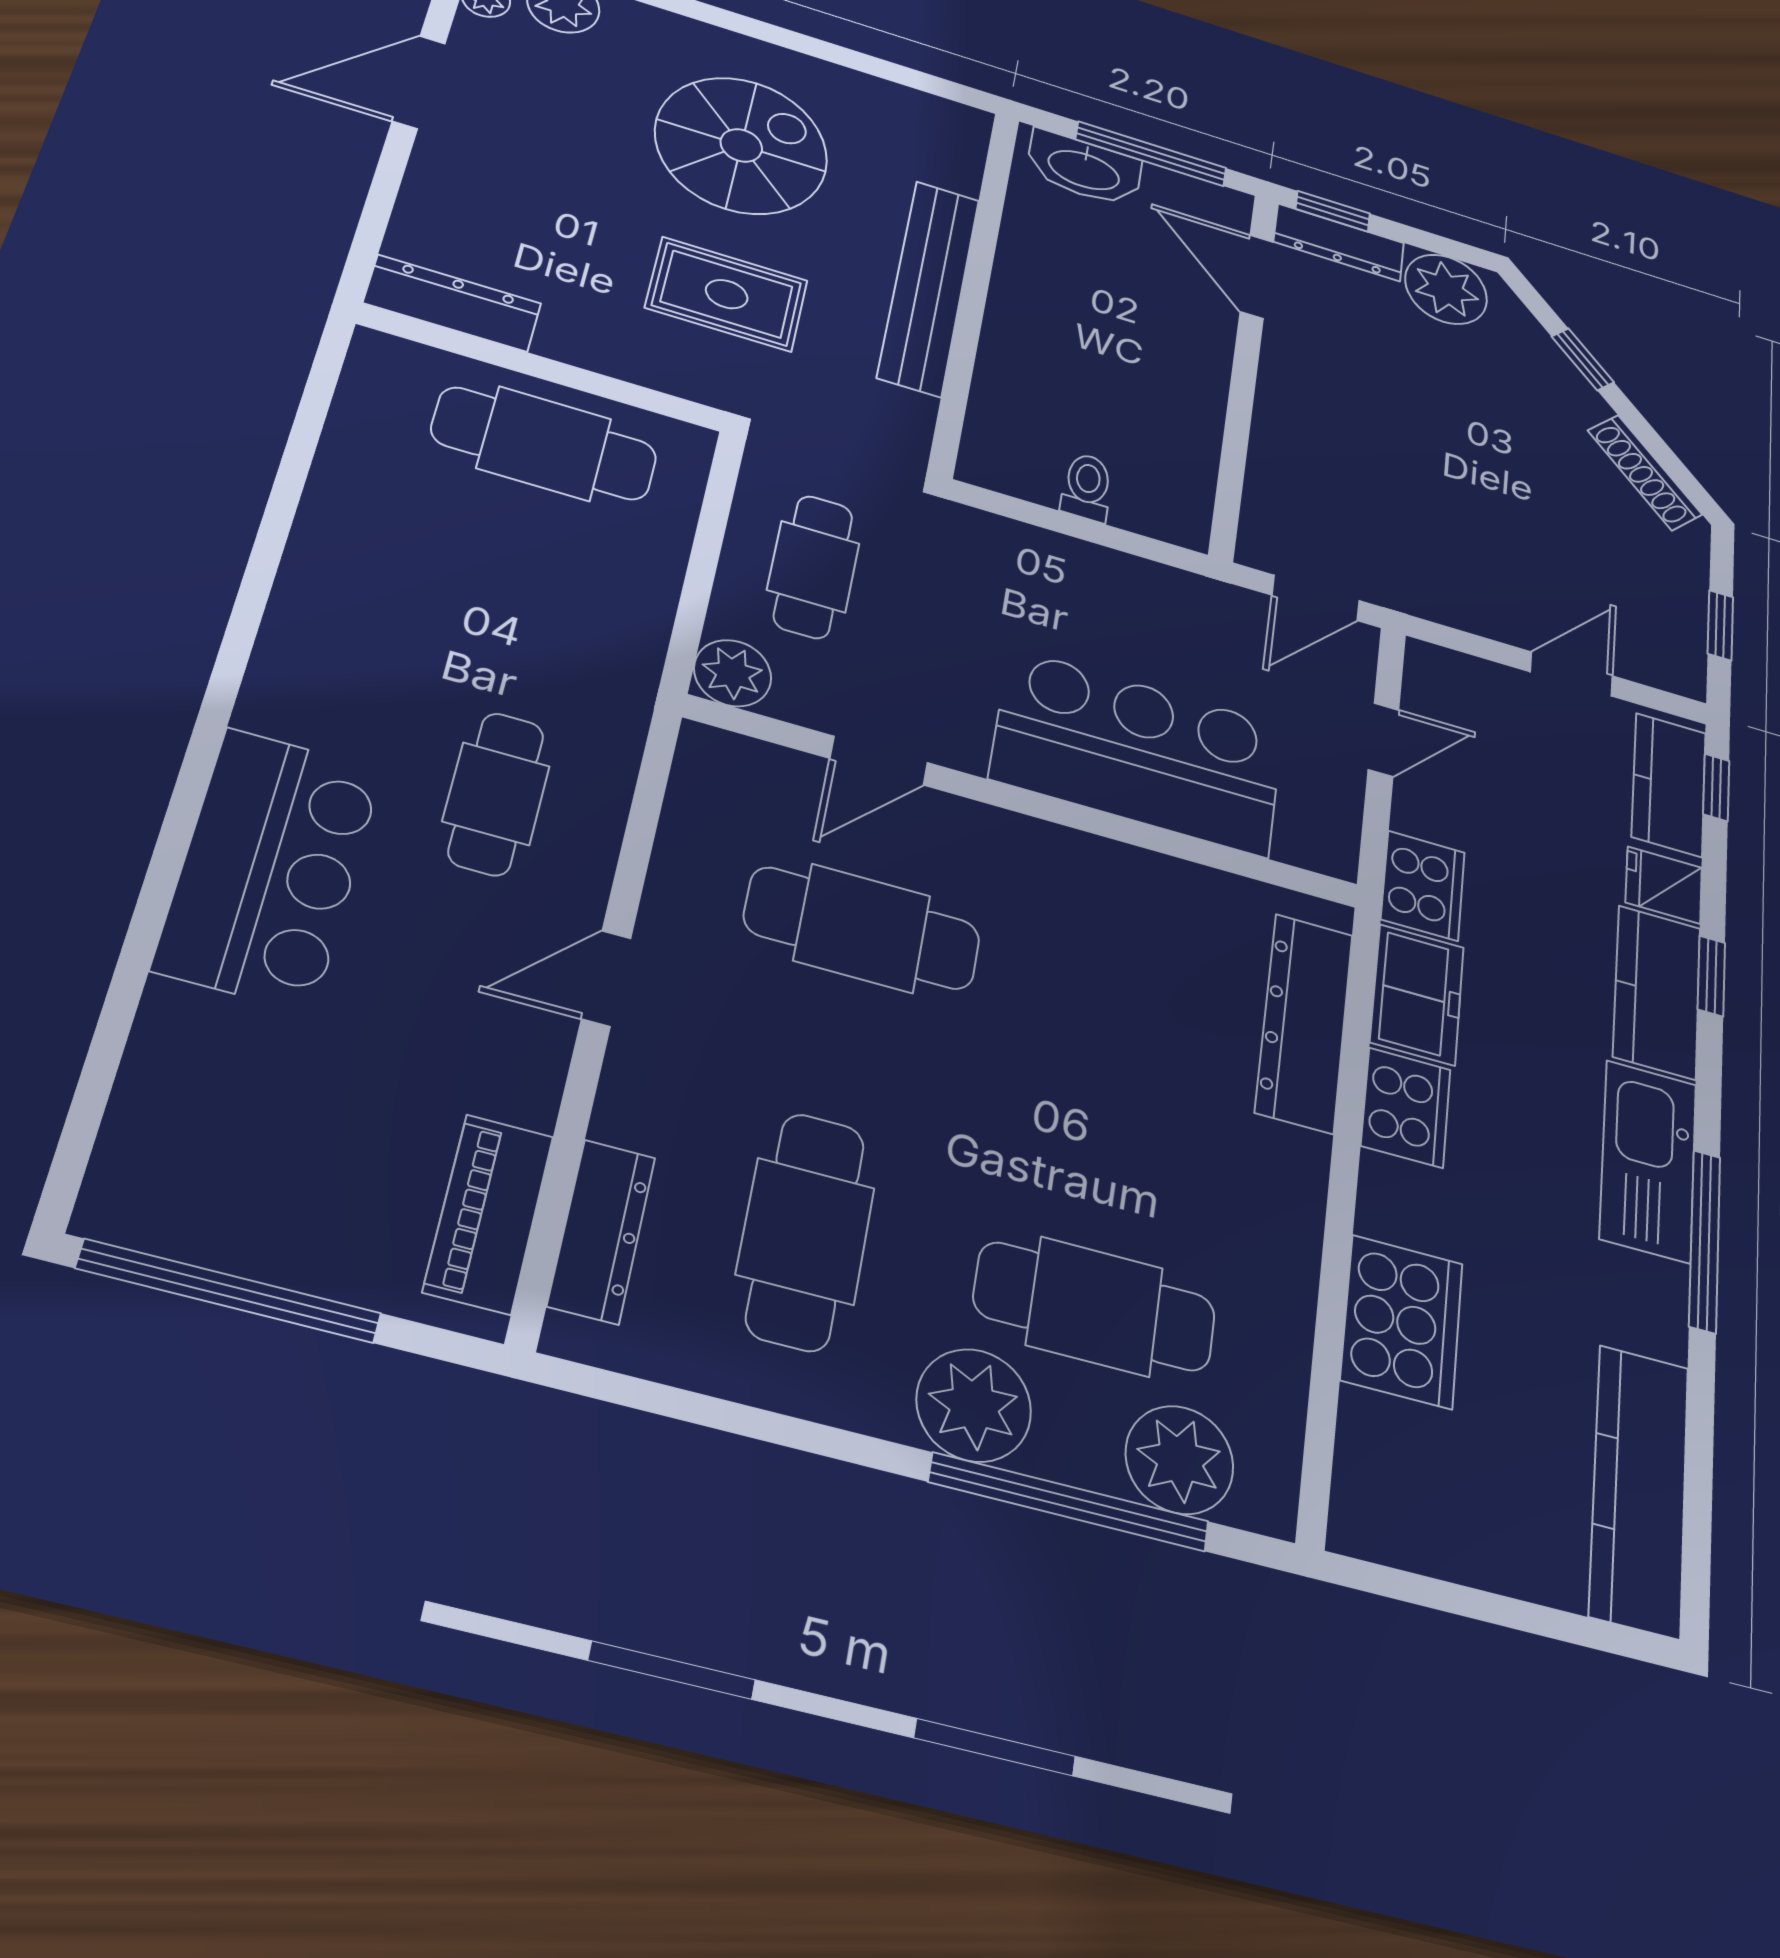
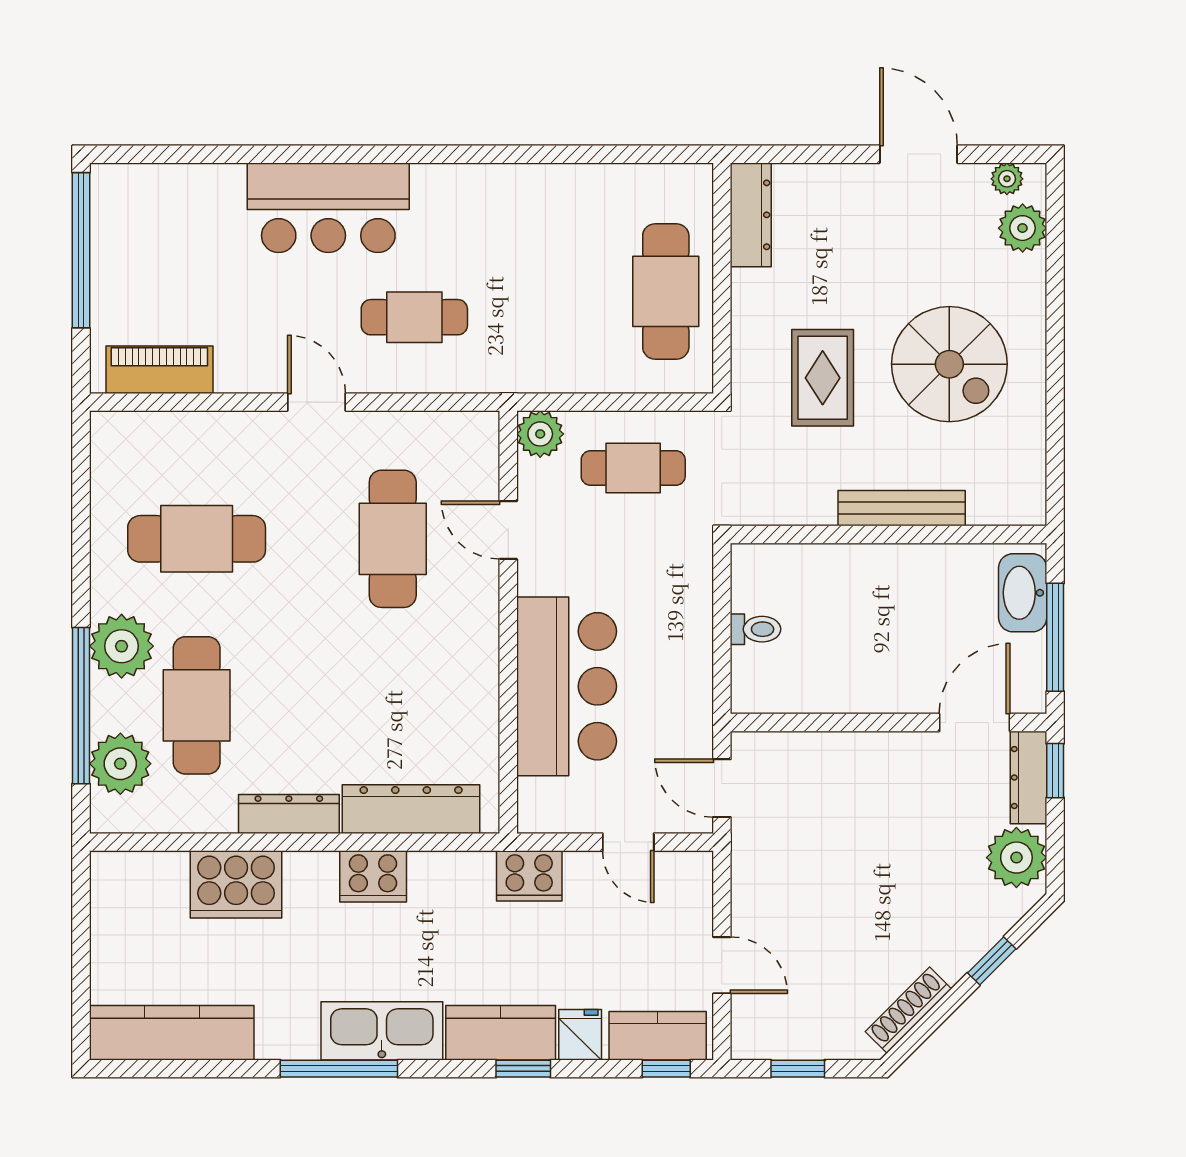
bench: (929, 288) -> (902, 508), width x0.73, depth x0.82
freezer: (1417, 995) -> (451, 878), removed
dresser: (601, 1231) -> (289, 814), moved, turned 180

